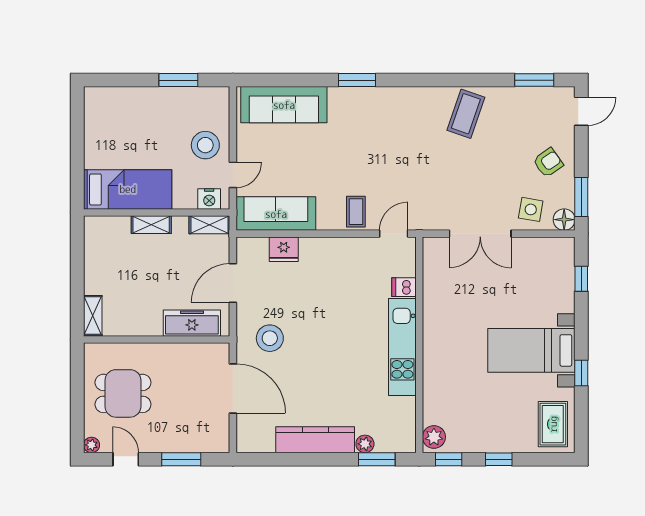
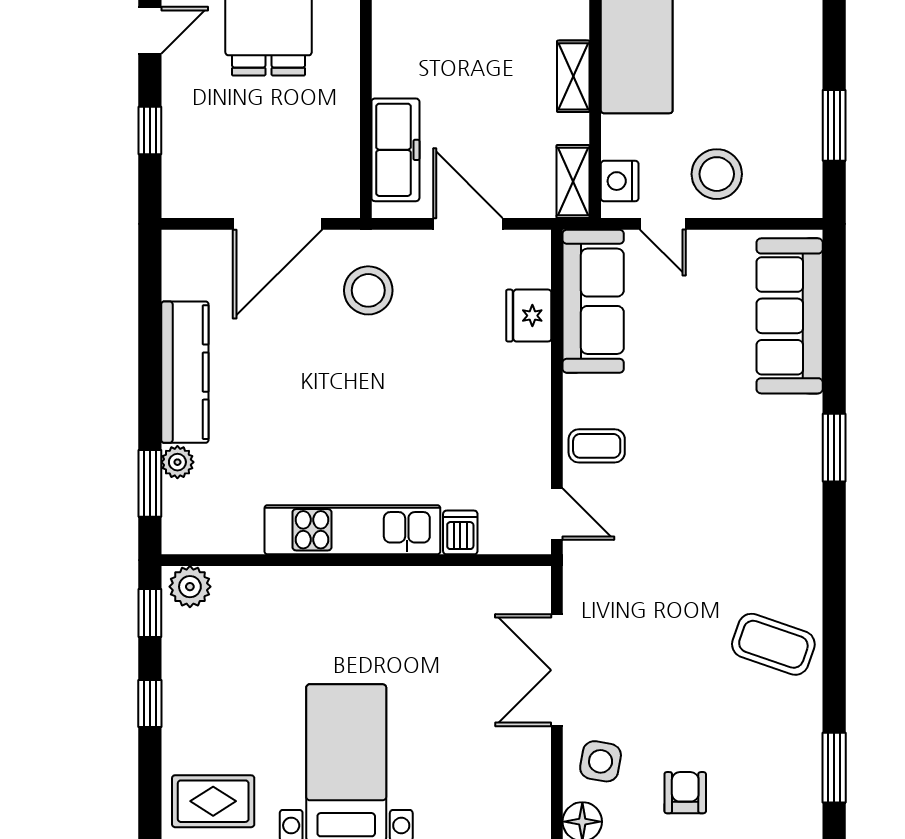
armchair: (548, 163) -> (685, 793), turned -145
window: (181, 459) -> (150, 131), width x0.67

